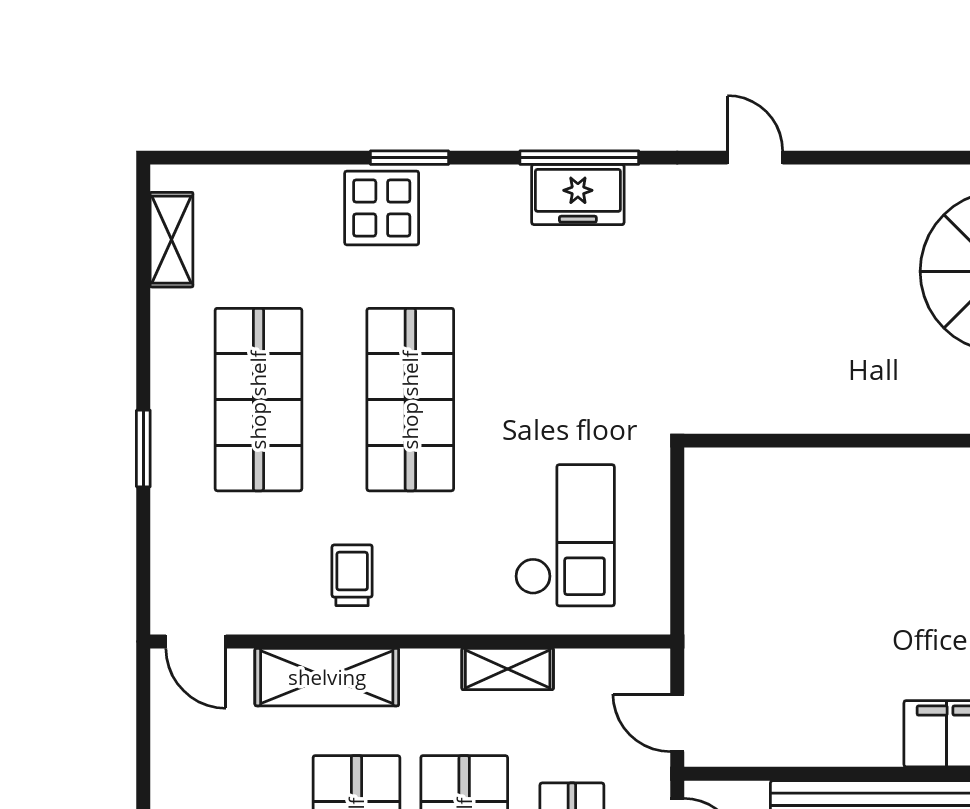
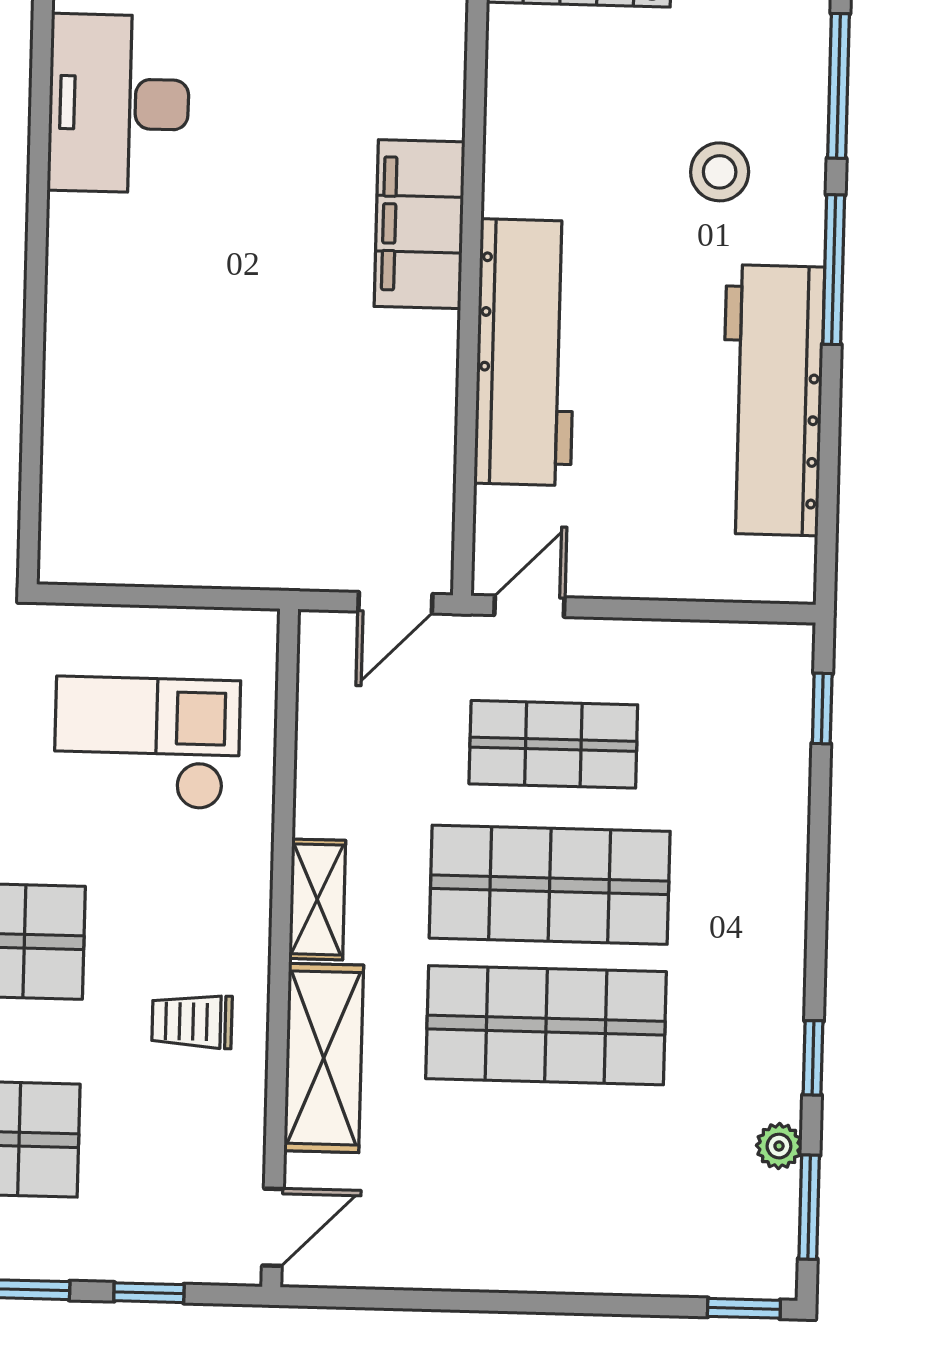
window: (143, 548) -> (149, 1293), added
shelving: (508, 669) -> (317, 899), moved

